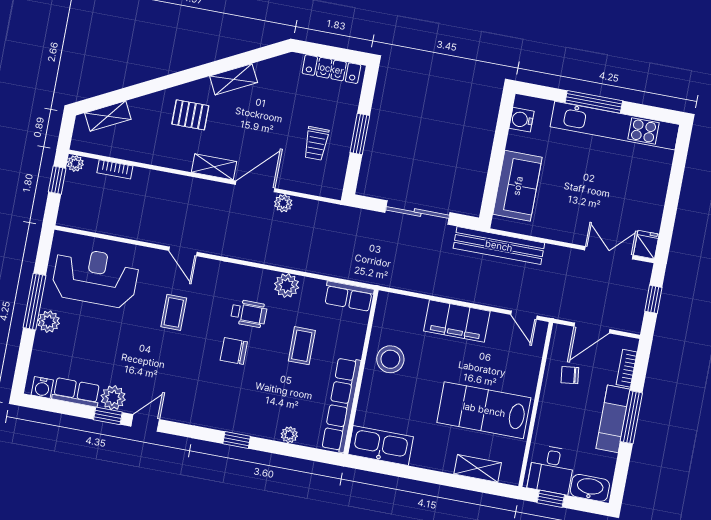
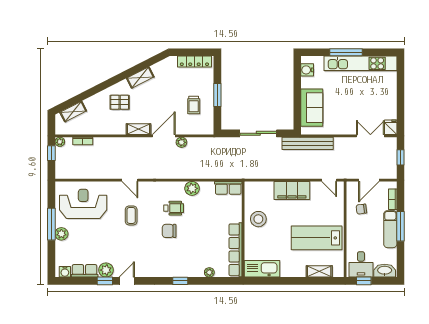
coffee table: (302, 346) -> (207, 221), removed

